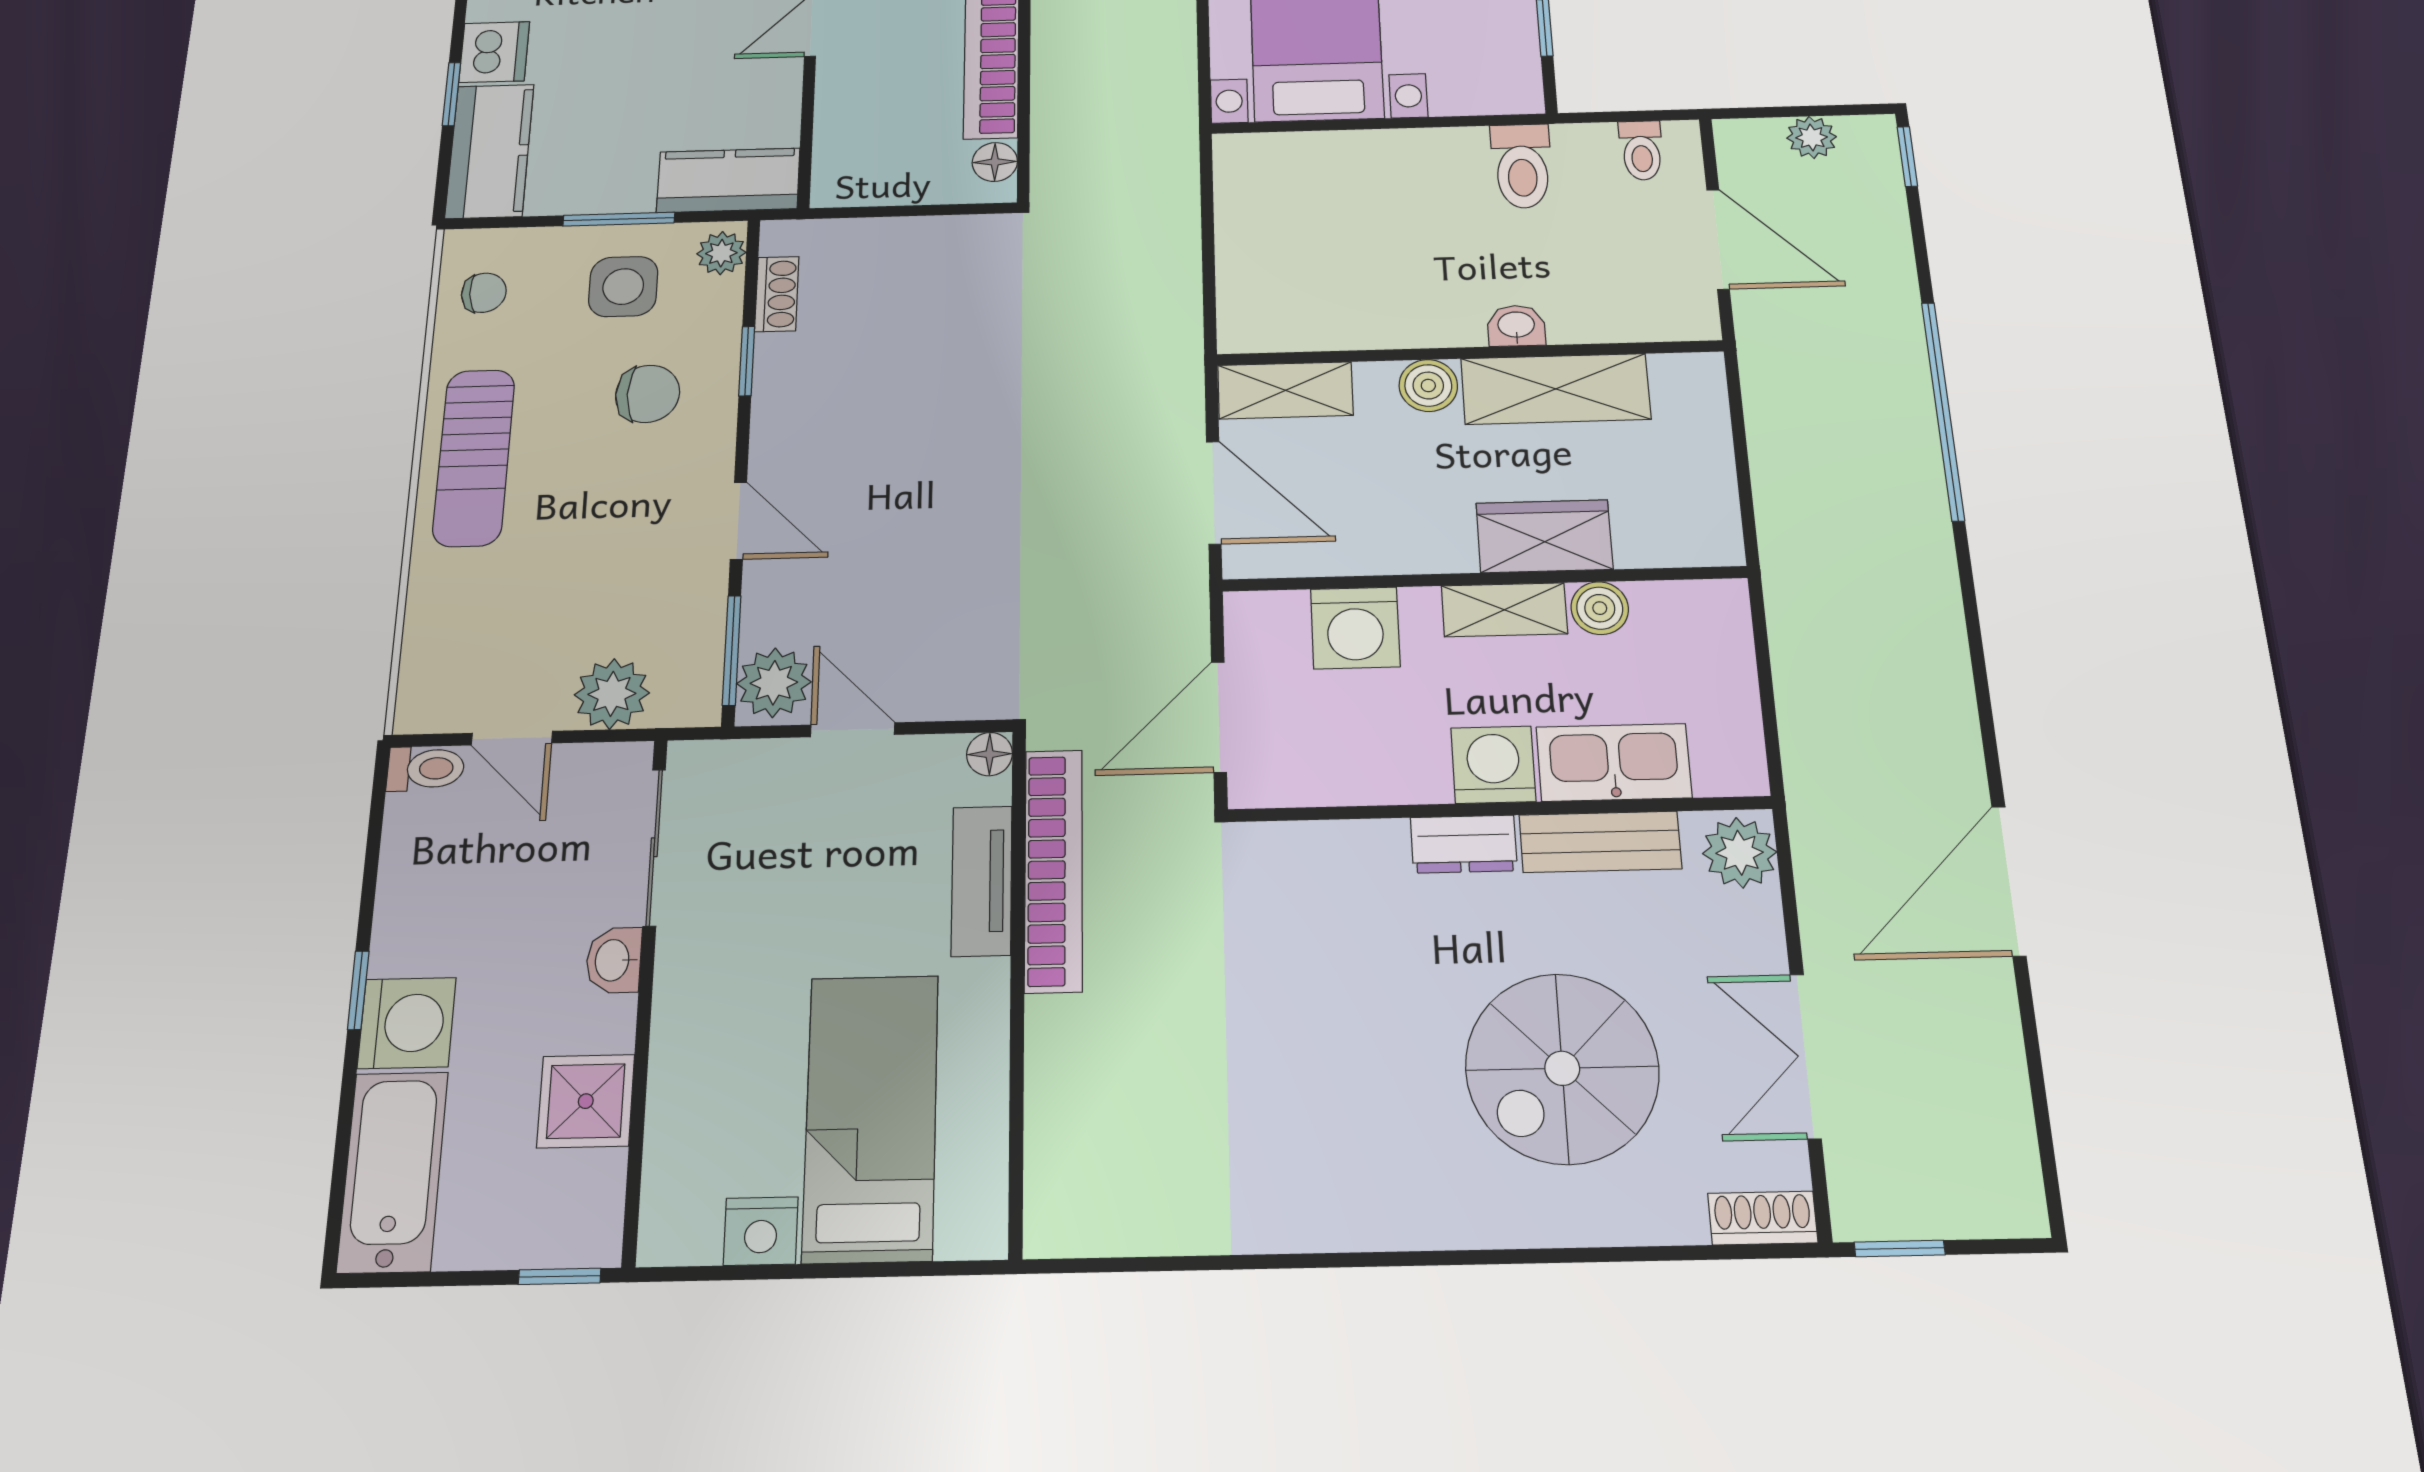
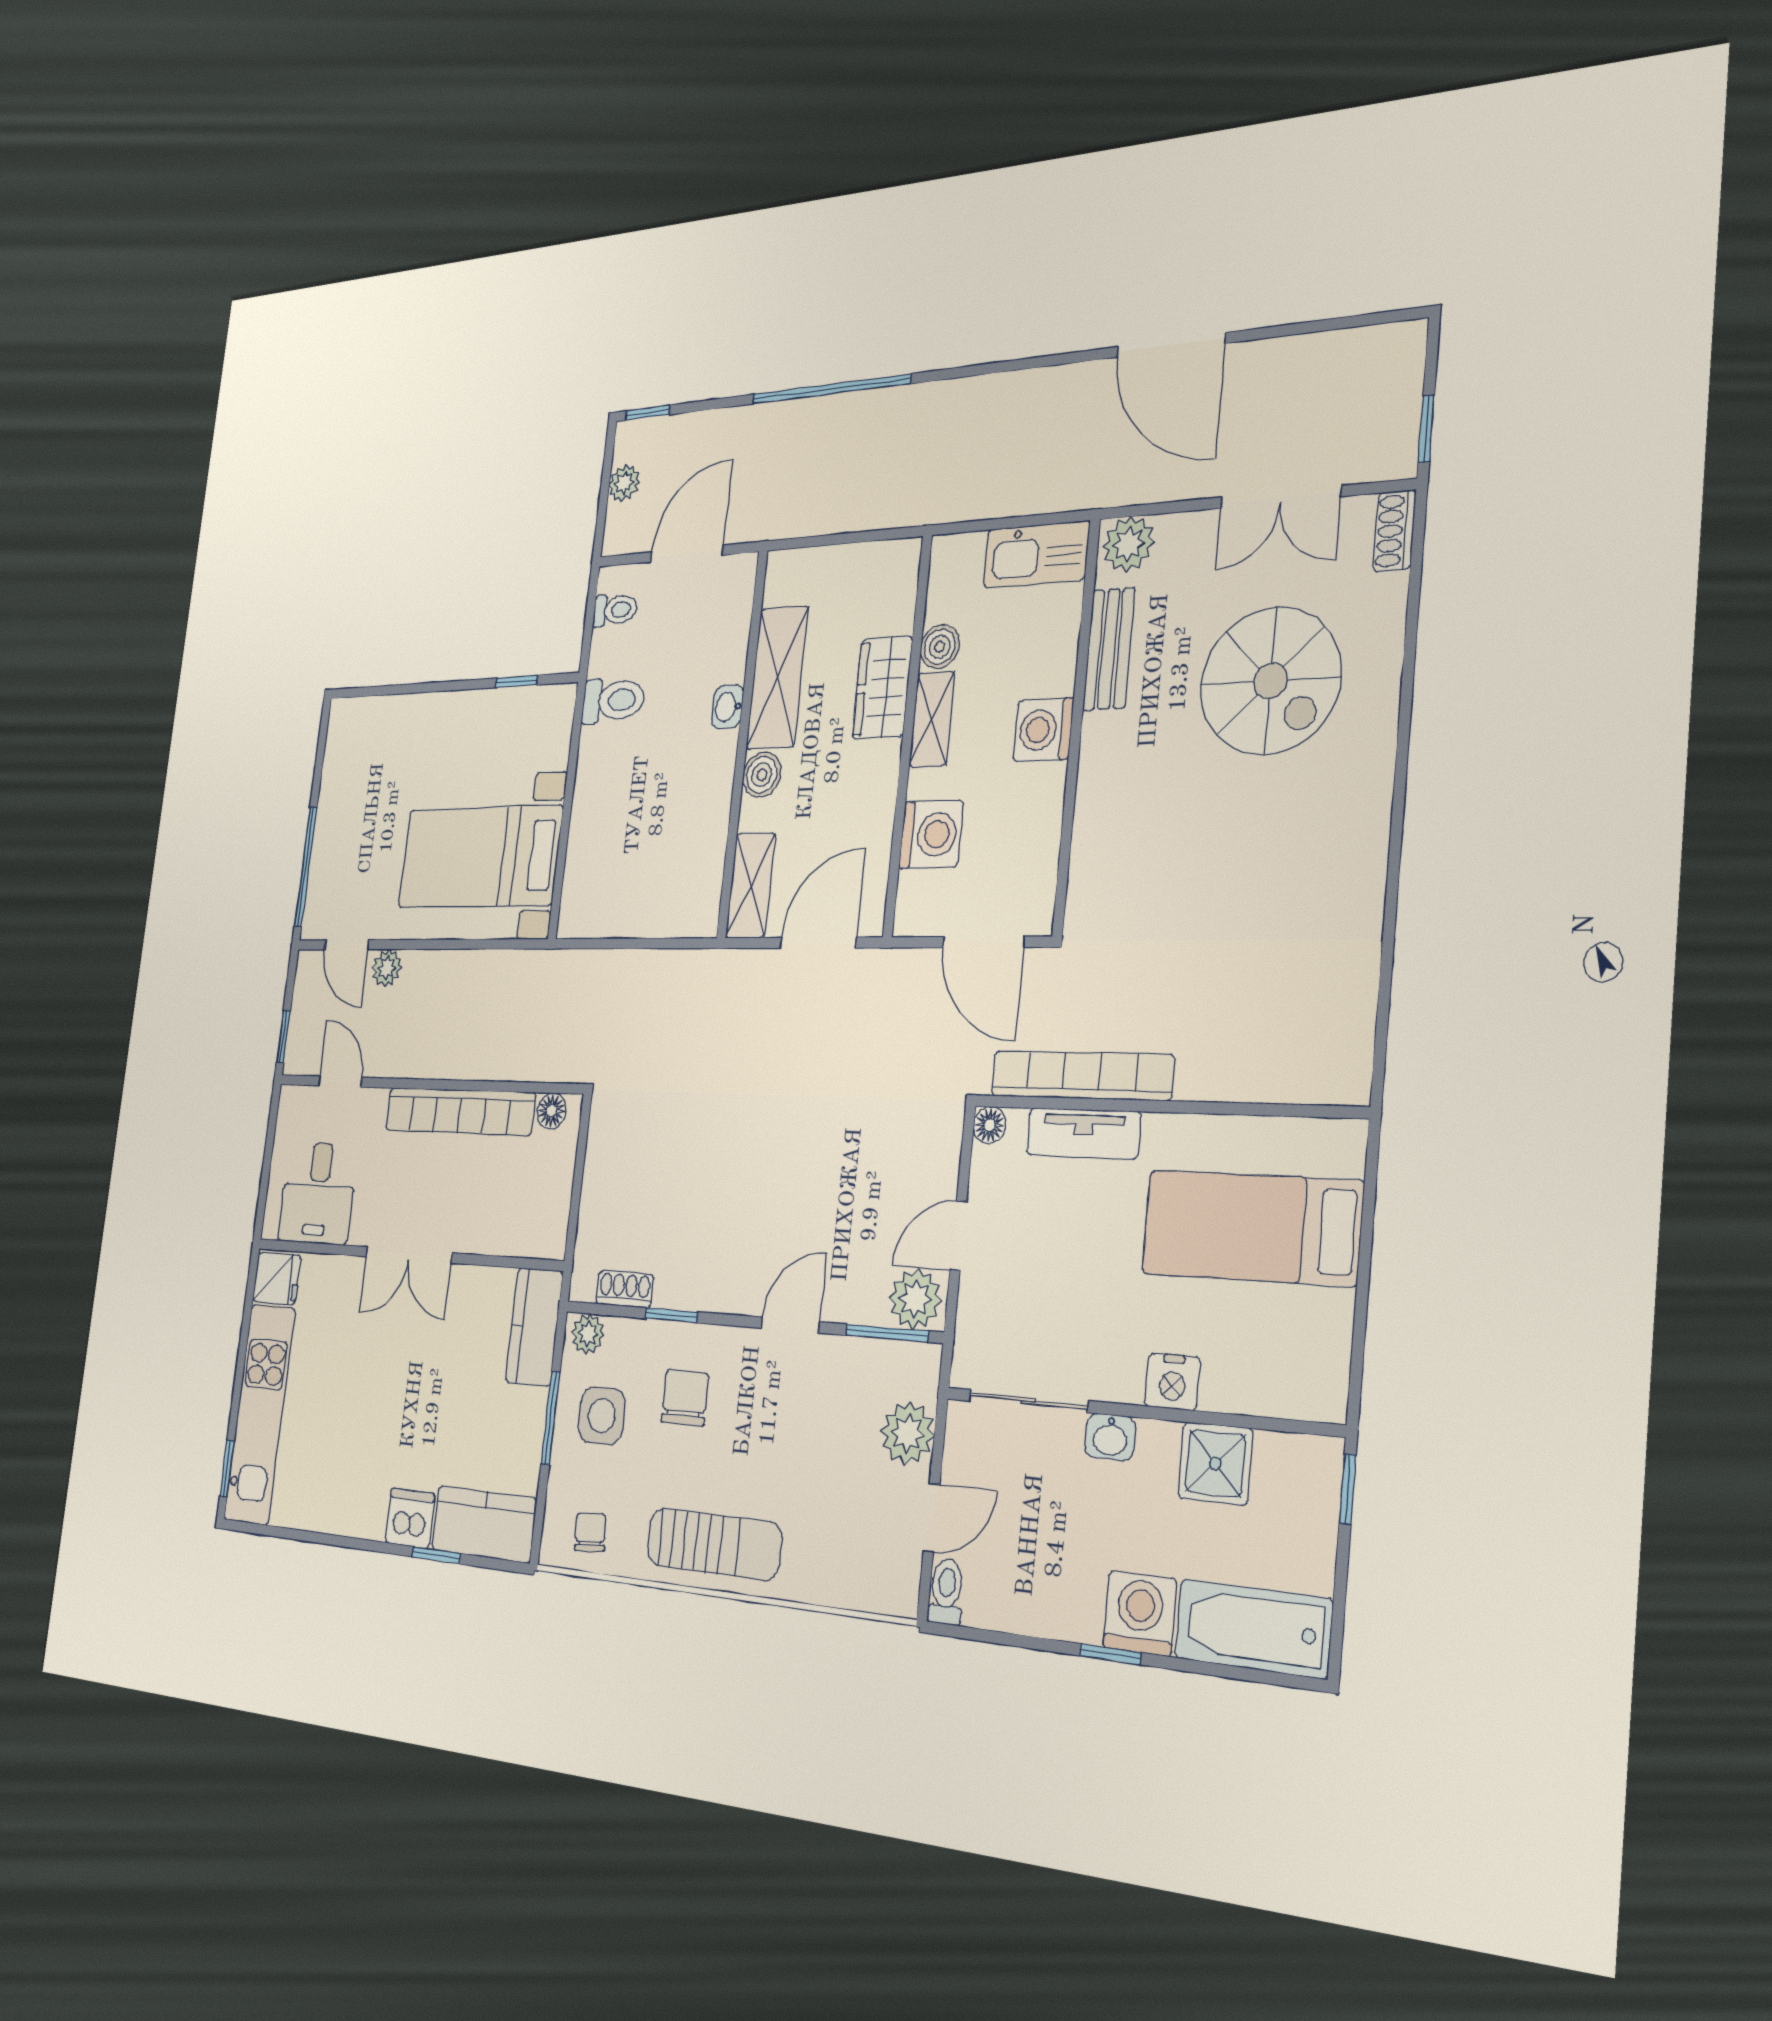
kitchen sink: (1614, 762) -> (1036, 554), moved, turned -90
dresser: (1464, 844) -> (1099, 753), removed
nightstand: (761, 1231) -> (1172, 1382), moved, turned 90

